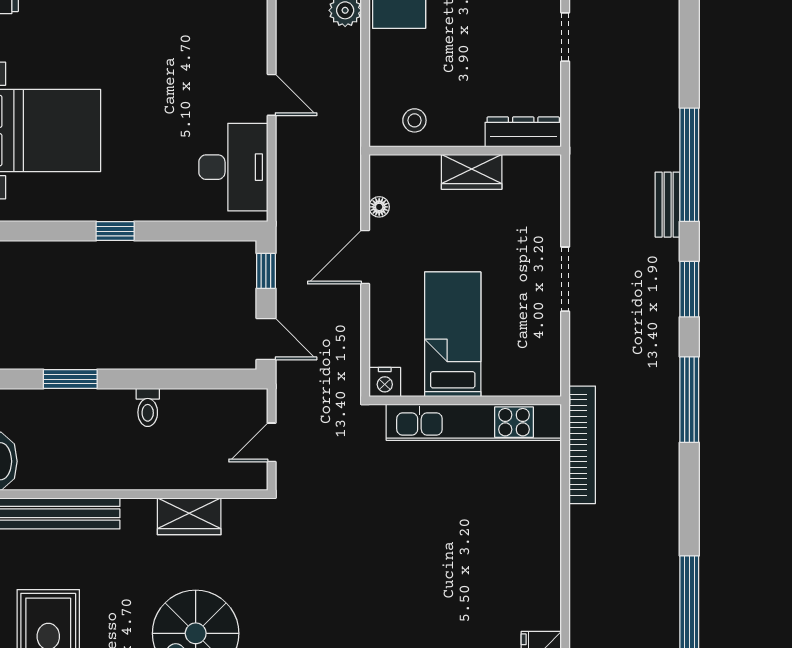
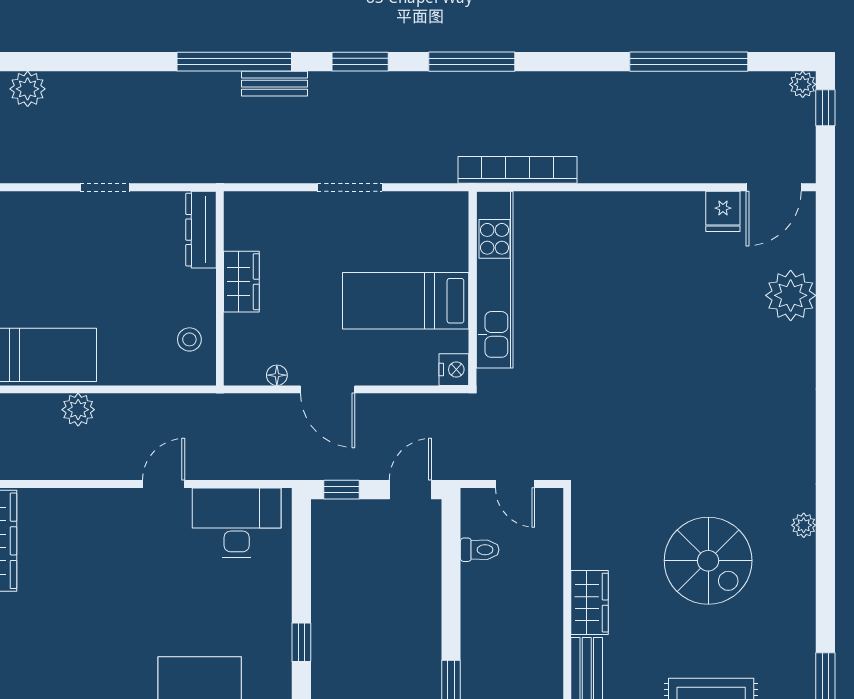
toilet: (148, 407) -> (480, 550), moved
wardrobe: (189, 516) -> (590, 603), moved

